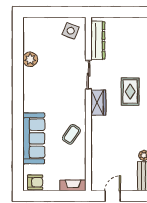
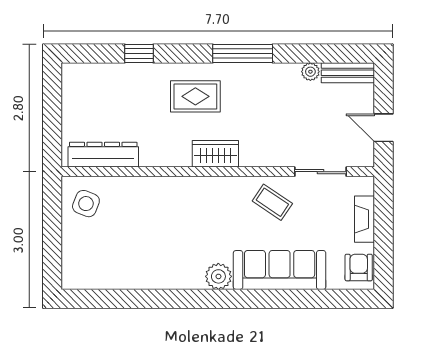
plant: (30, 59) -> (218, 276), moved
sliding door: (88, 75) -> (320, 172), moved
fireplace: (73, 185) -> (364, 219), moved

